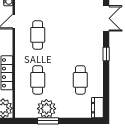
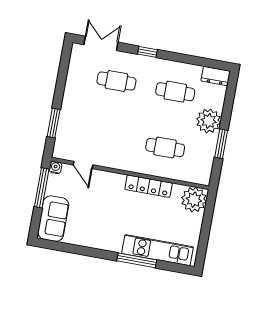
cafe table: (38, 35) -> (116, 81), moved
plant: (46, 109) -> (209, 121), moved

